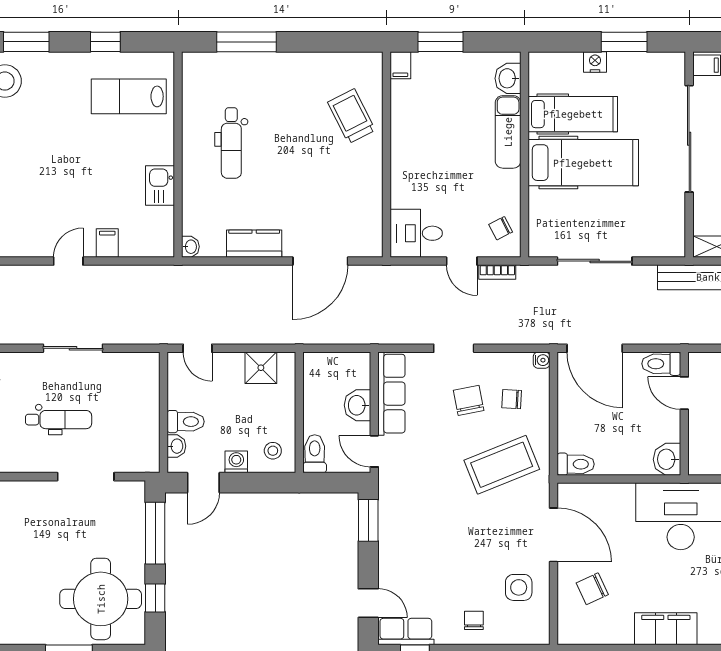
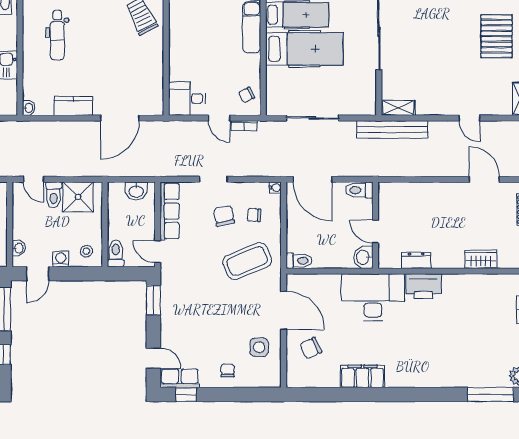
shower: (261, 368) -> (78, 197), width x1.36, depth x1.36
door: (684, 393) -> (375, 232), moved
washbasin: (357, 405) -> (136, 191), moved, turned -90
toilet: (186, 422) -> (54, 195), moved, turned 90

